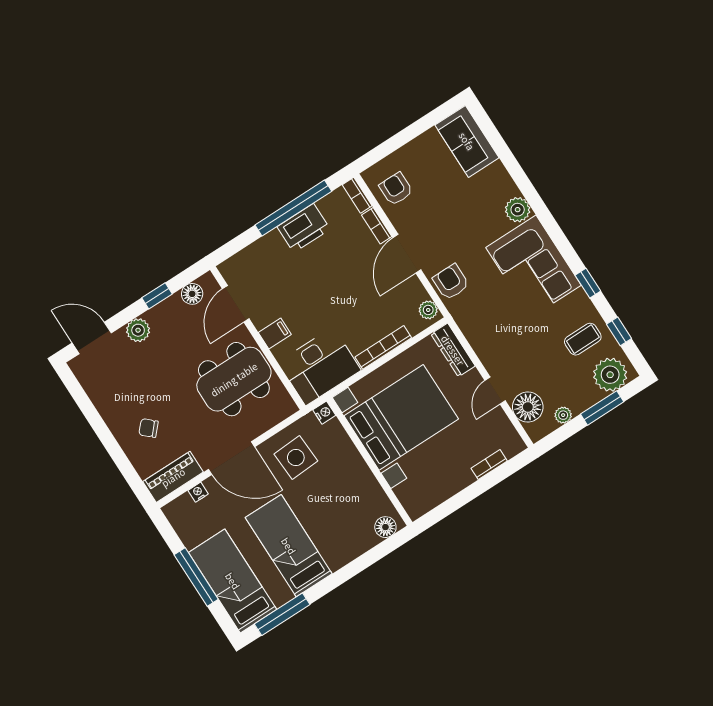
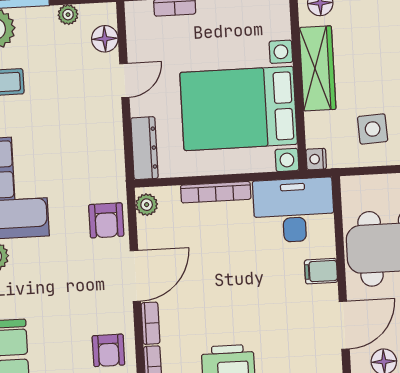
floor lamp: (528, 407) -> (105, 39), width x0.73, depth x0.73
side table: (296, 457) -> (373, 129), width x0.73, depth x0.73
wardrobe: (361, 479) -> (318, 68), added

